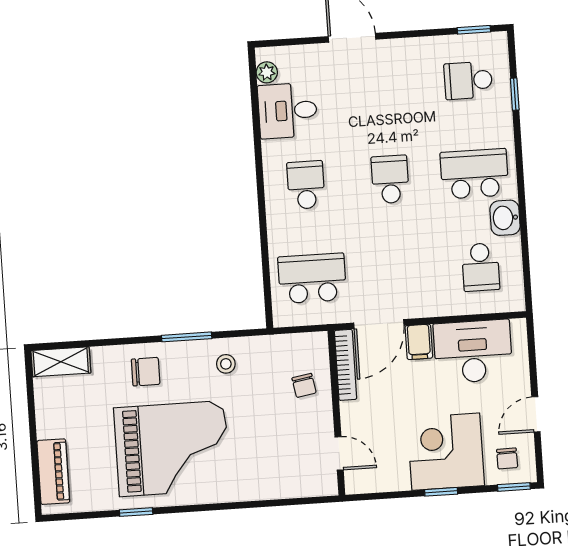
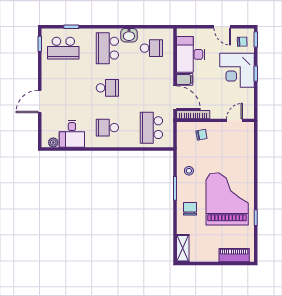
school desk: (468, 80) -> (63, 48), width x1.85
school desk: (390, 179) -> (107, 88), turned 180

